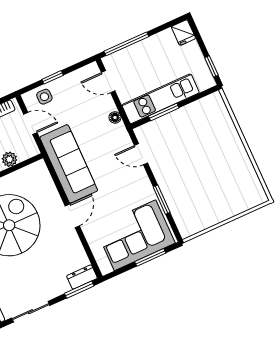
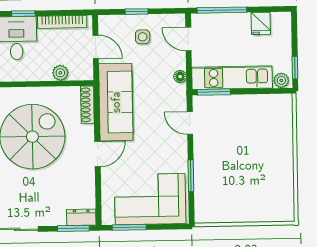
fridge: (183, 33) -> (261, 23), moved
plant: (204, 83) -> (281, 80), added
side table: (44, 97) -> (143, 37), moved
window: (164, 112) -> (214, 92), moved
shoe rack: (45, 177) -> (87, 105), added
window: (150, 257) -> (129, 227), moved

